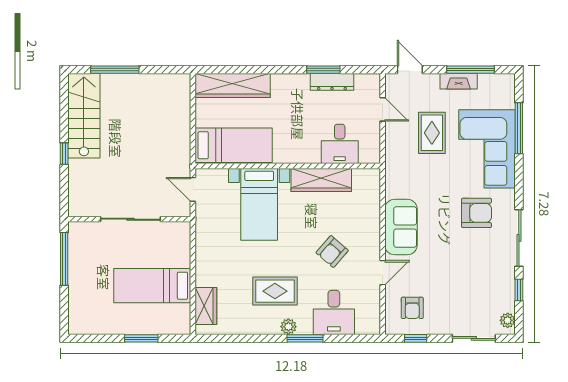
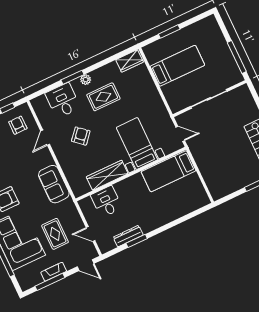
wardrobe: (233, 86) -> (186, 206), removed
sofa: (401, 227) -> (54, 184), moved
wardrobe: (206, 306) -> (130, 61), moved, turned -90

